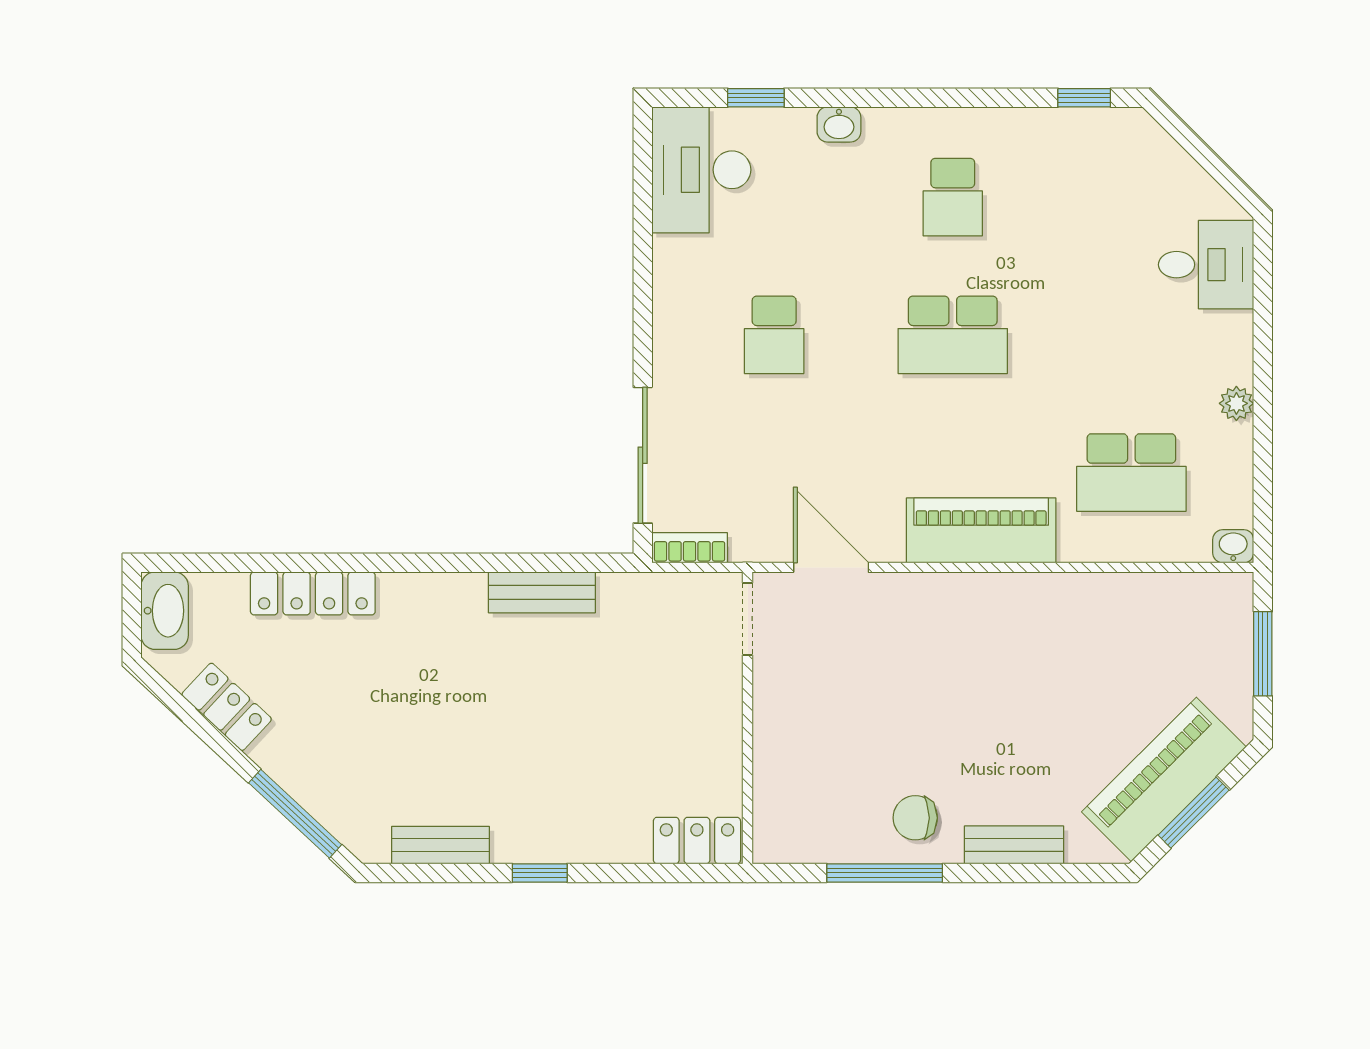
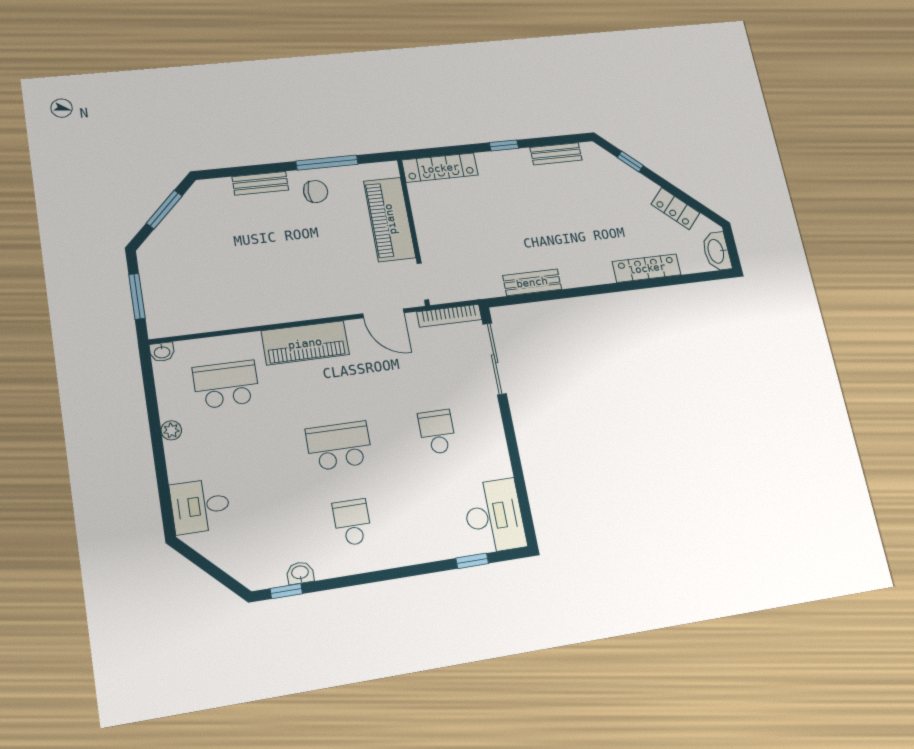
washbasin: (839, 124) -> (300, 573), moved
bookcase: (690, 548) -> (449, 316), width x1.56
piano: (1164, 779) -> (390, 219), moved, turned 135
window: (295, 814) -> (630, 161), width x0.46
locker: (697, 841) -> (440, 168), width x1.53

